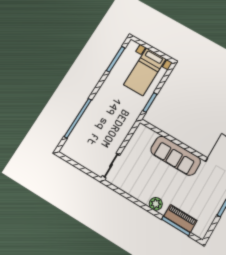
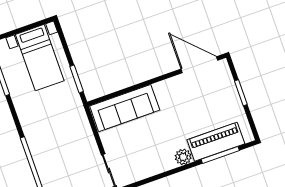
sofa: (176, 156) -> (125, 108), moved
piano: (180, 218) -> (216, 142), width x1.37, depth x1.33

